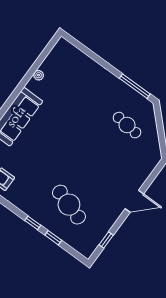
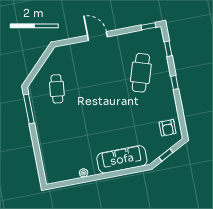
window: (53, 238) -> (168, 49), moved
window: (106, 240) -> (148, 26), moved

